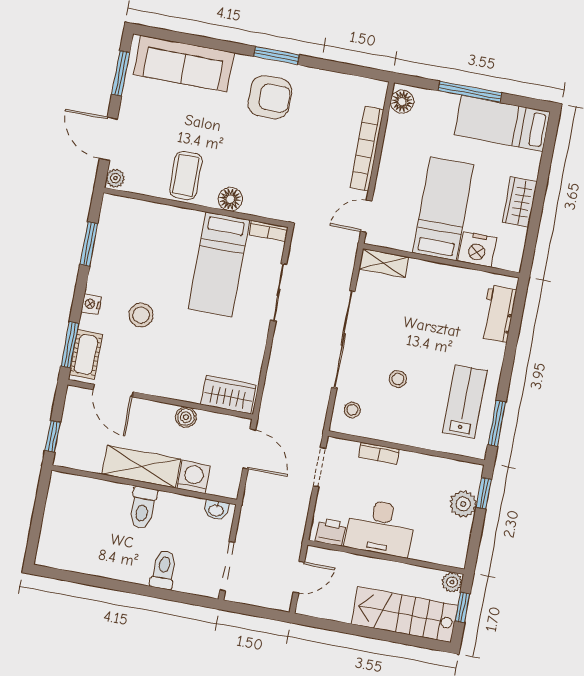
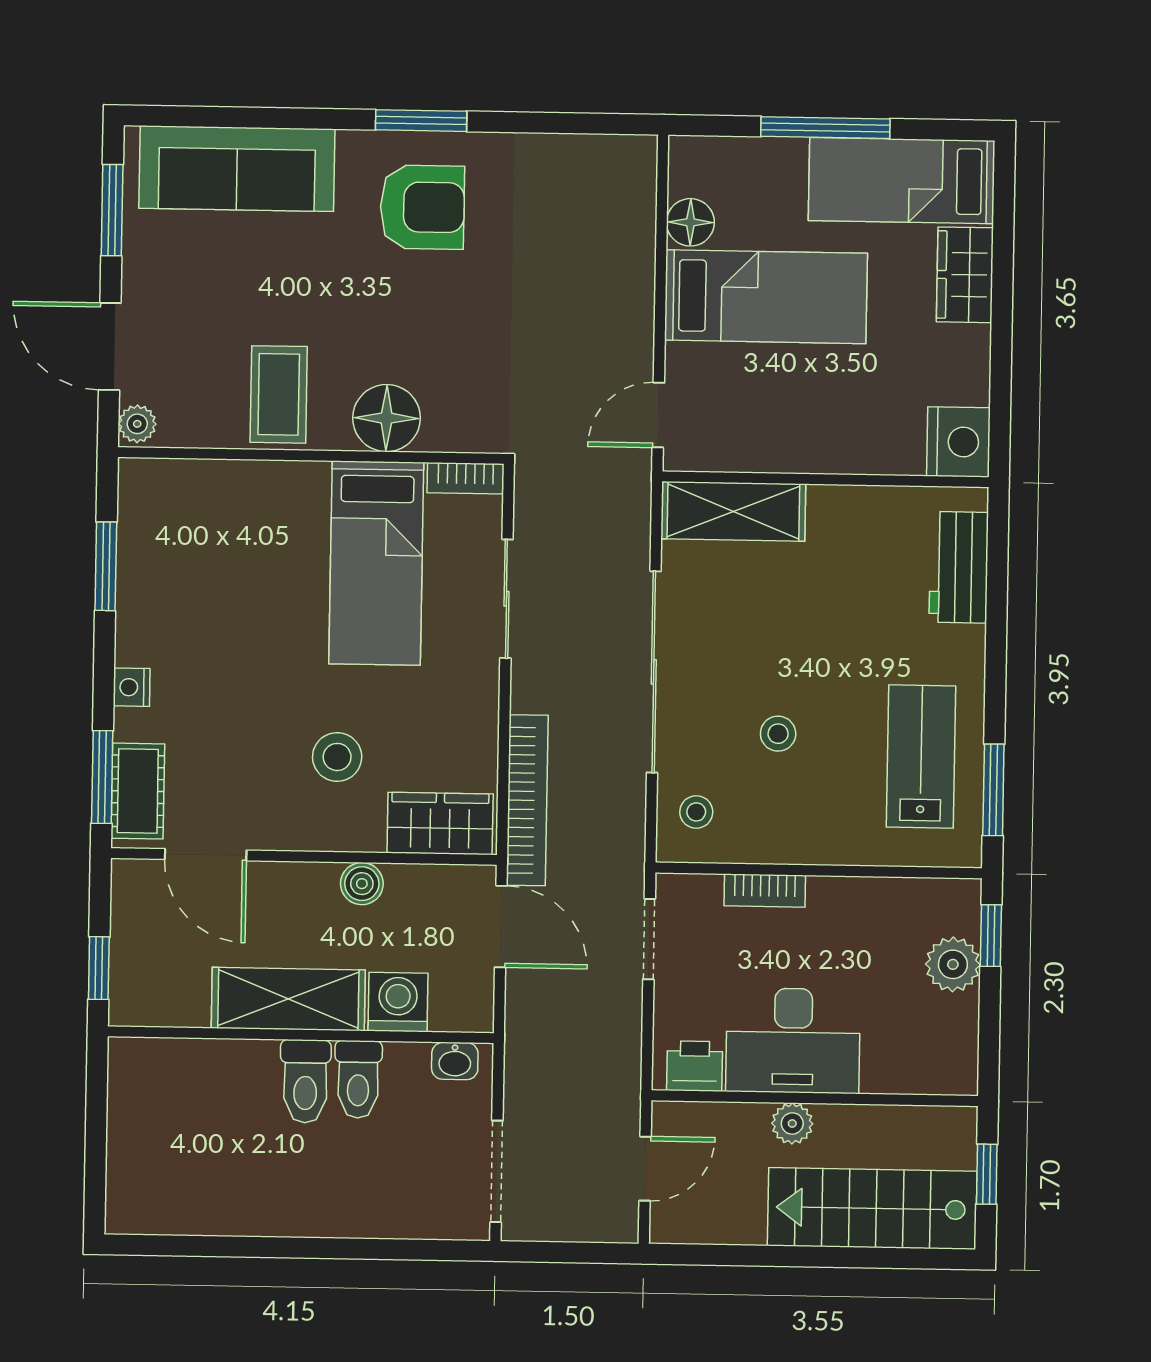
floor lamp: (402, 102) -> (690, 222), moved
bookcase: (367, 149) -> (527, 800), moved, turned 180
floor lamp: (230, 199) -> (387, 418), width x1.38, depth x1.38
wardrobe: (520, 202) -> (965, 275), moved
bed: (443, 209) -> (766, 297), moved, turned 90
nightstand: (477, 249) -> (958, 442), moved, turned -90
shelving: (384, 263) -> (733, 511), width x1.50, depth x1.33
stool: (141, 315) -> (337, 757), moved
toilet: (164, 570) -> (358, 1079), moved, turned 180
plant: (452, 582) -> (792, 1123), moved

